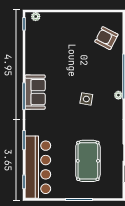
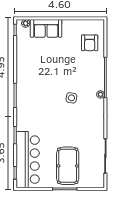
armchair: (106, 38) -> (90, 43), turned -117
sofa: (35, 92) -> (46, 28), moved, turned 90
pool table: (88, 161) -> (68, 166), moved

